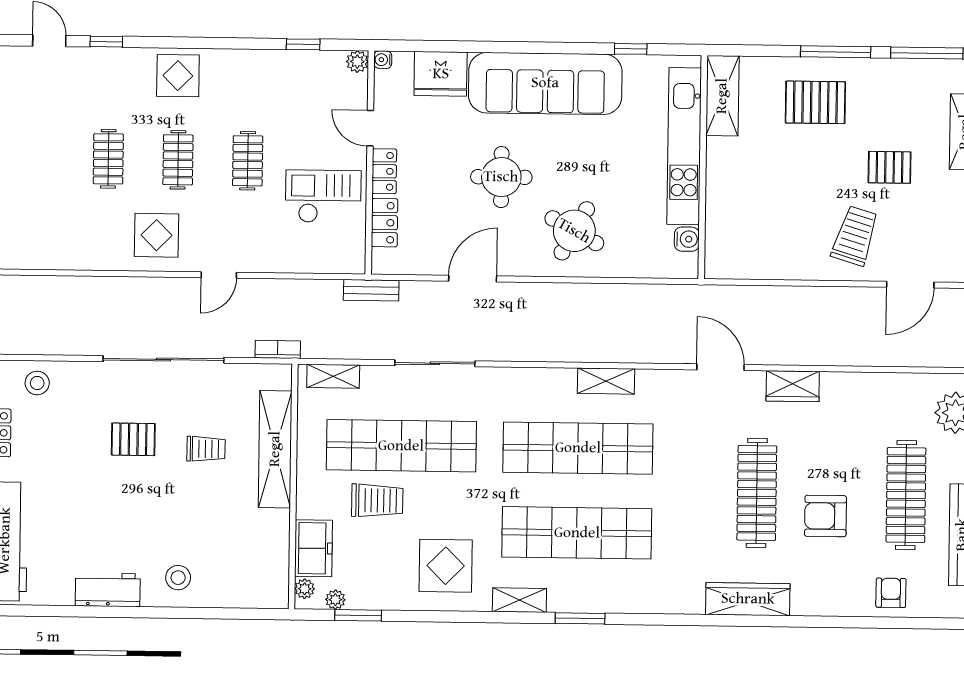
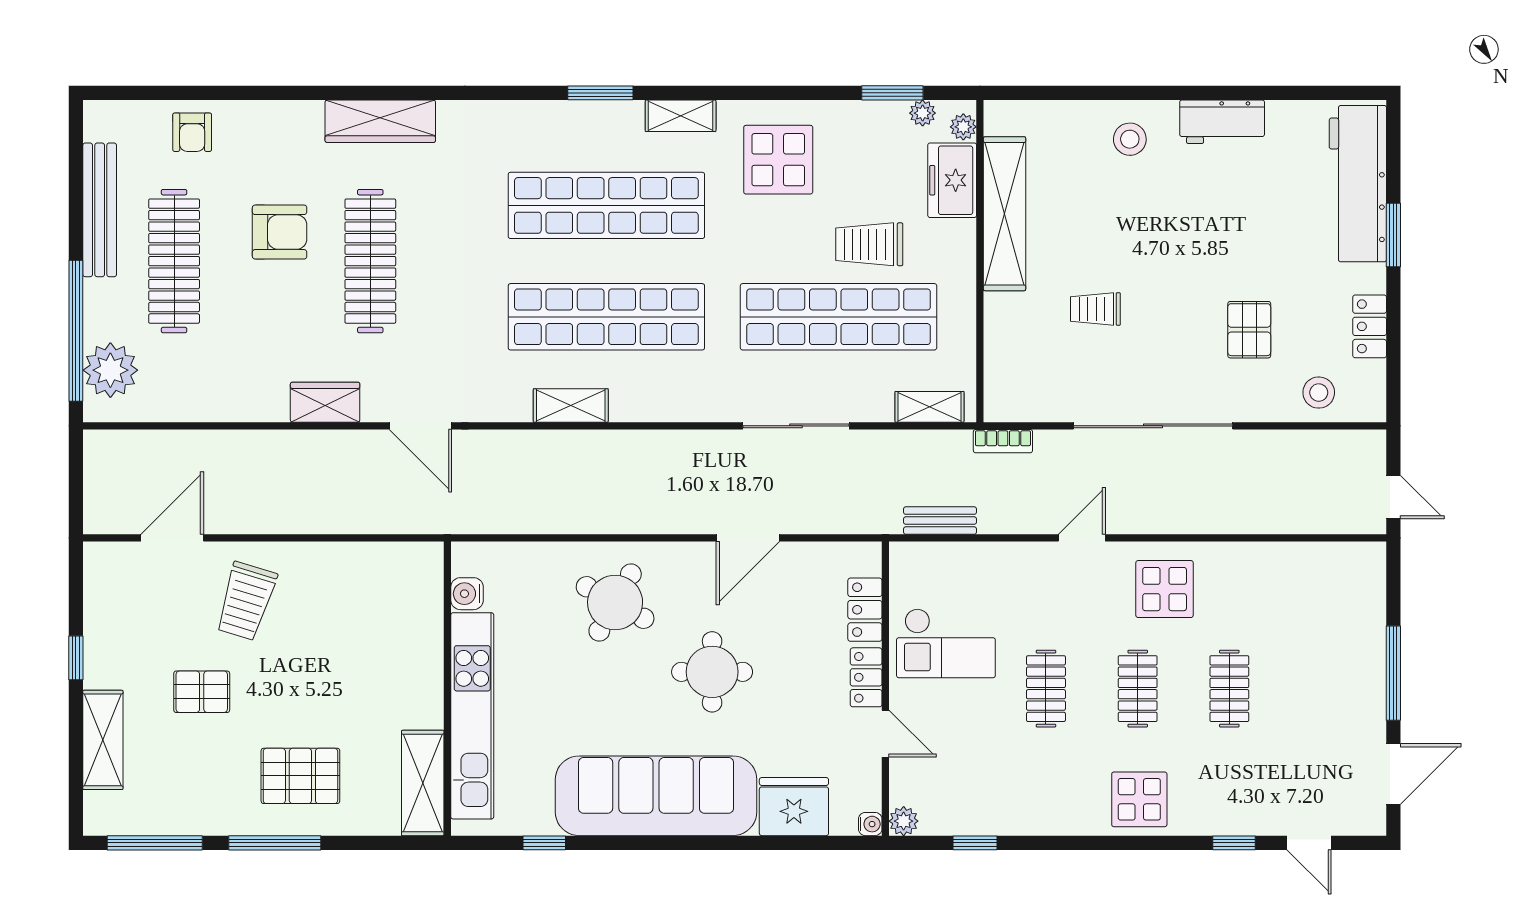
bench: (371, 290) -> (940, 521), moved
pallet: (133, 439) -> (1249, 330), moved, turned 90
shelving: (275, 449) -> (1005, 214), moved

